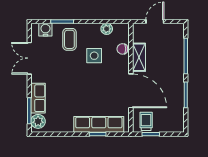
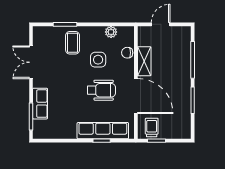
water cooler: (45, 30) -> (48, 33), removed
wheelchair: (97, 85) -> (101, 90), added
plant: (38, 121) -> (40, 128), removed

